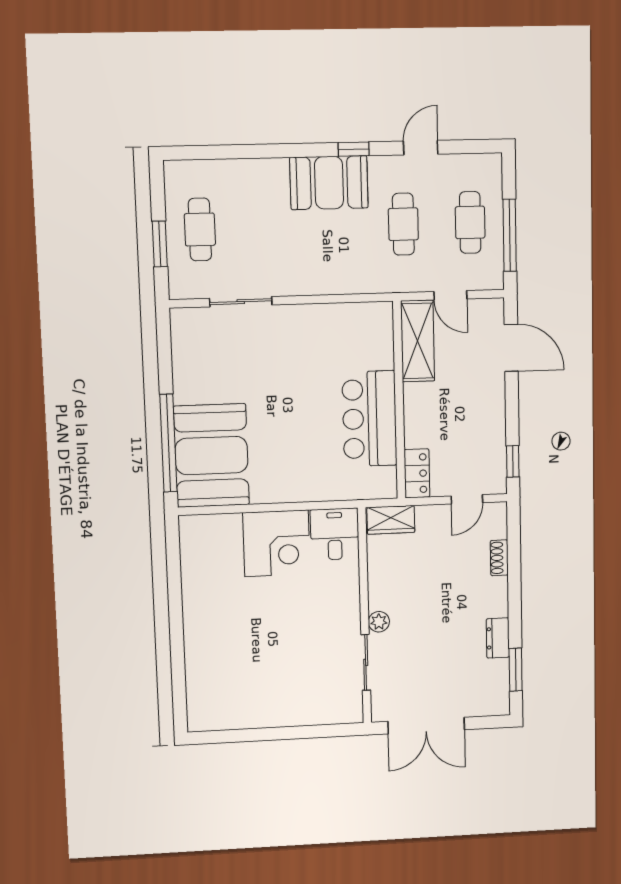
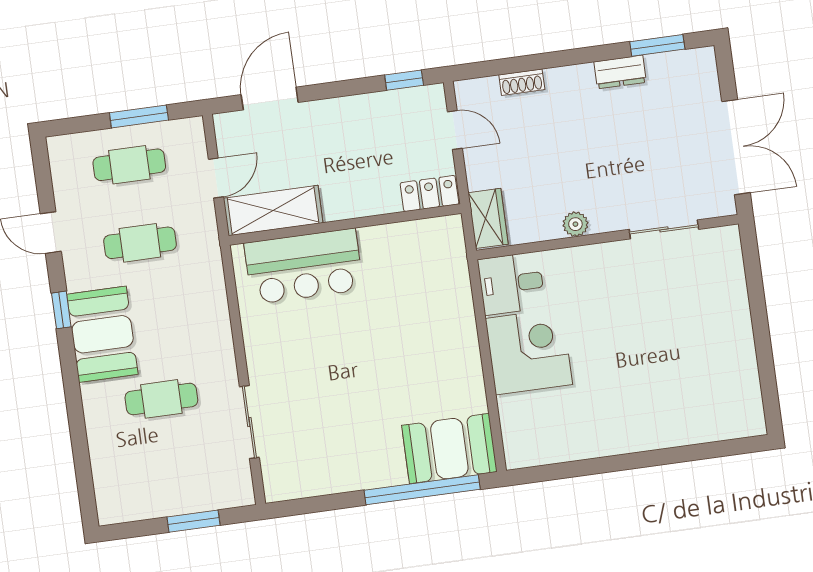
cafe table: (200, 229) -> (161, 399), moved
window: (510, 235) -> (139, 116), width x0.69
bar counter: (369, 419) -> (304, 266), moved
booth: (211, 456) -> (449, 449), width x0.73, depth x0.70
plant: (379, 622) -> (575, 224), moved

